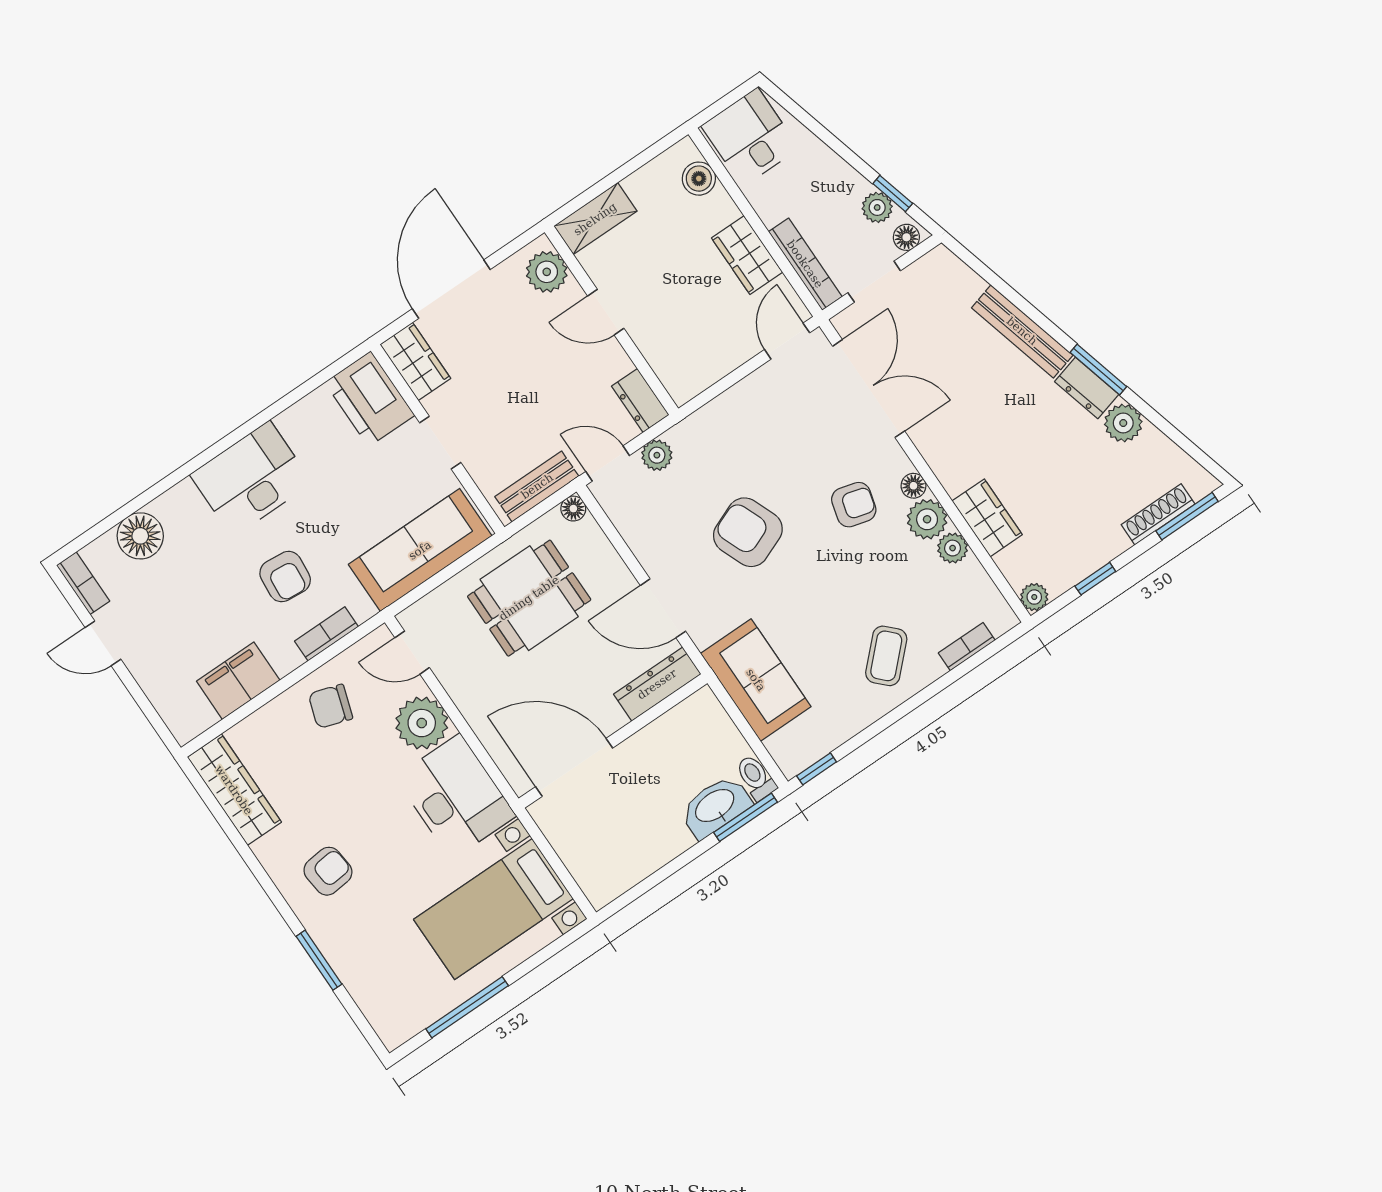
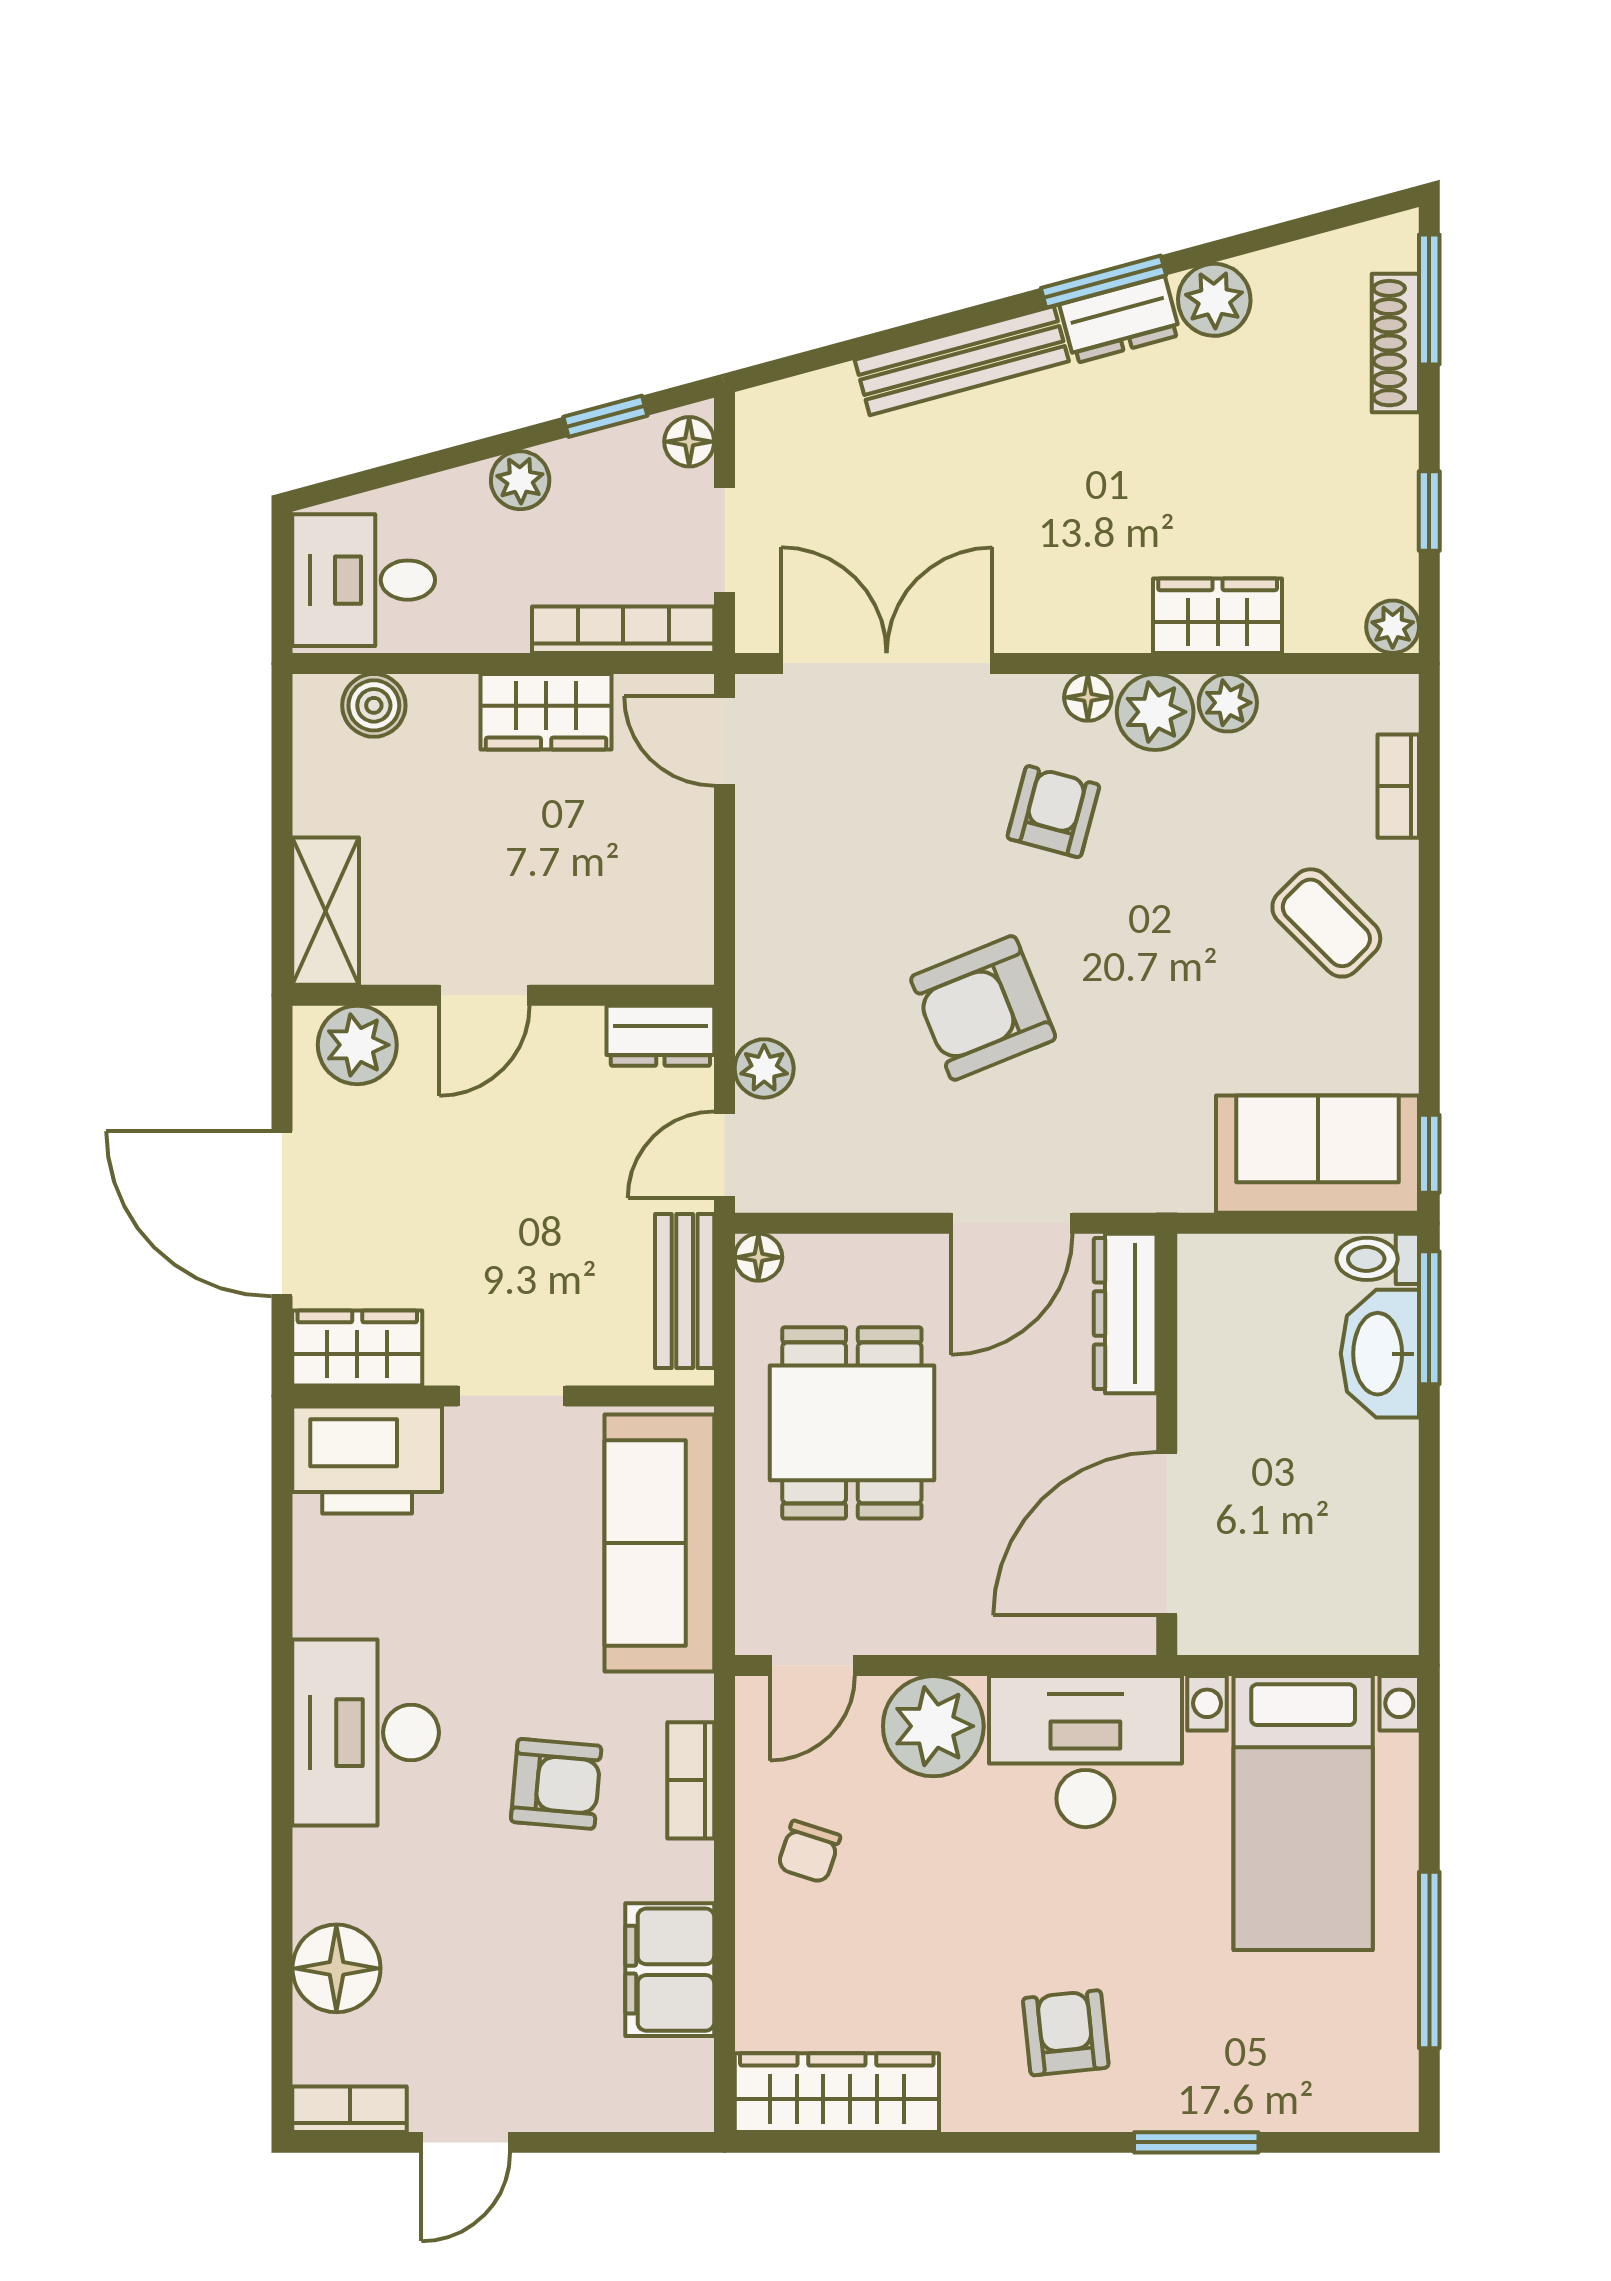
plant: (877, 207) -> (520, 480), moved
sofa: (756, 680) -> (1318, 1154), moved
chair: (330, 706) -> (809, 1852), width x0.73, depth x0.73

